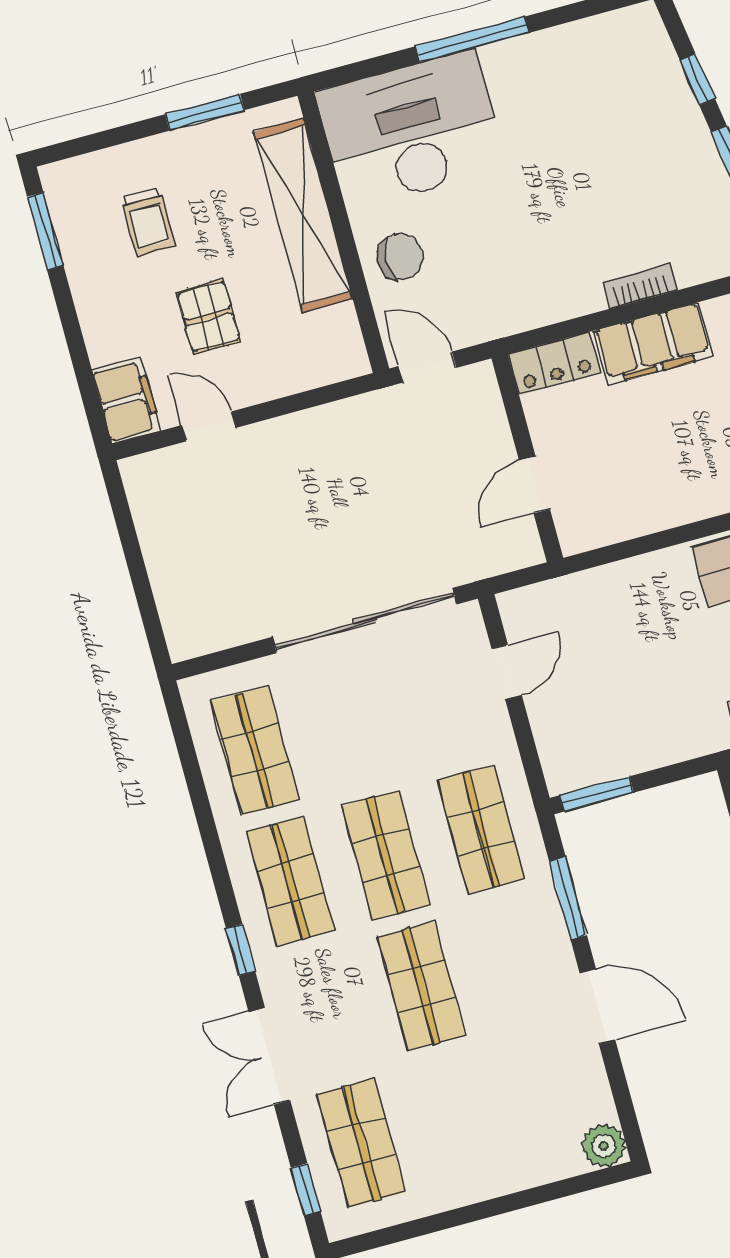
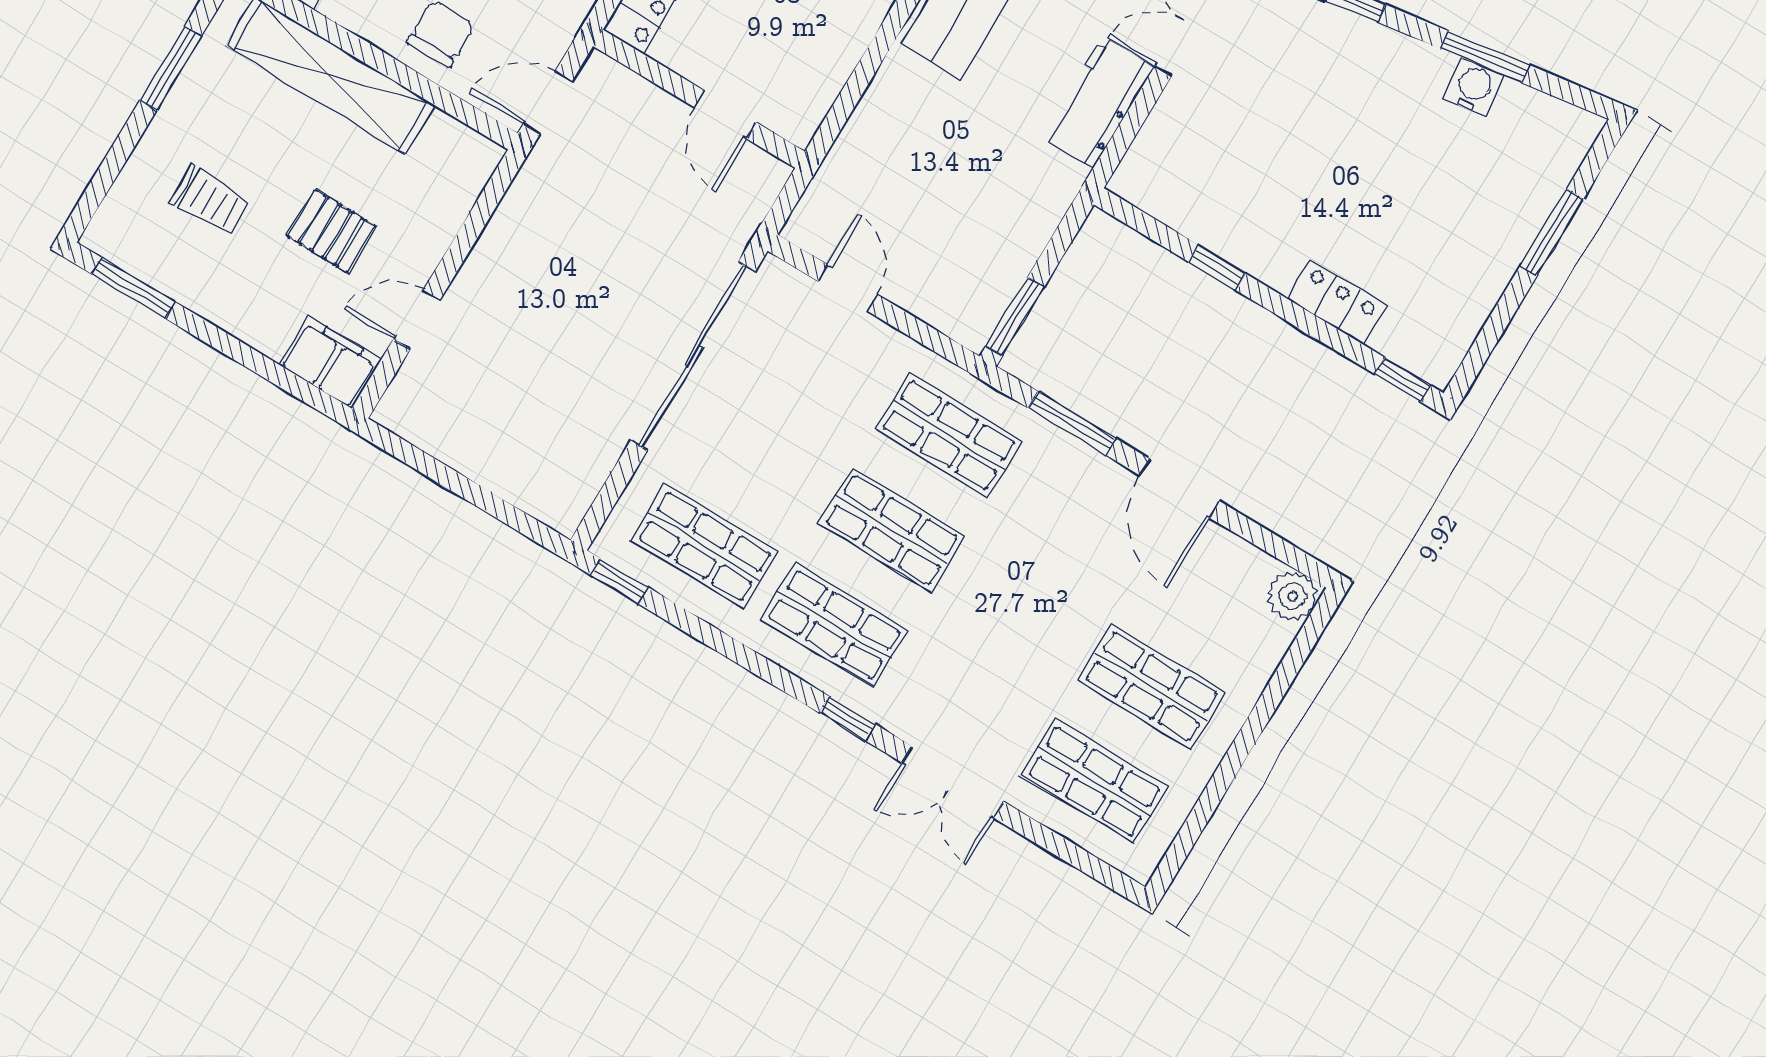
shop shelf: (421, 986) -> (1152, 687), moved
door: (597, 1006) -> (1180, 488), swing flipped
window: (306, 1189) -> (619, 581), moved

